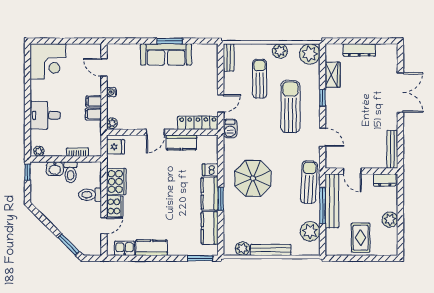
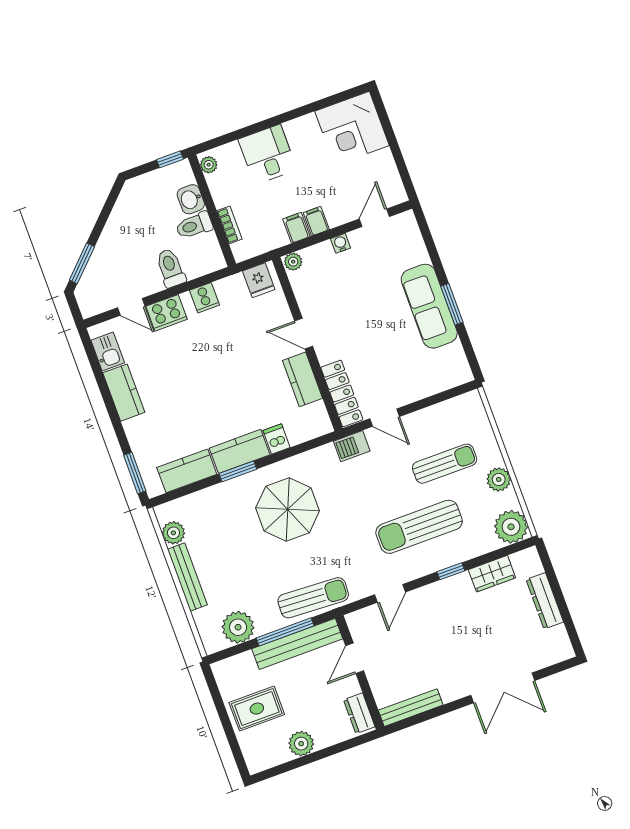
bench: (229, 58) -> (460, 404), removed
sun lounger: (290, 107) -> (419, 527), turned 180
cooker: (116, 182) -> (204, 298), width x0.53, depth x0.76

